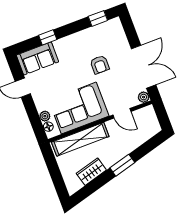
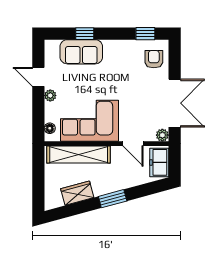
sofa: (37, 58) -> (81, 52), moved
armchair: (100, 65) -> (154, 59), moved, turned 180
plant: (45, 116) -> (50, 95), moved
freezer: (150, 121) -> (159, 162), added

